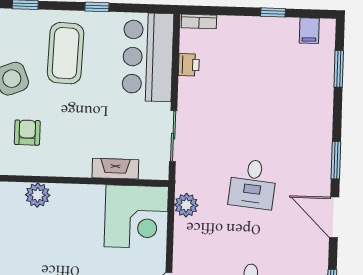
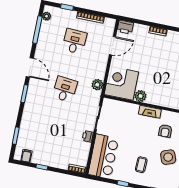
coffee table: (66, 53) -> (141, 165), width x0.54, depth x0.58
printer: (189, 65) -> (88, 136), moved
fireplace: (115, 169) -> (150, 112), moved
plant: (38, 195) -> (140, 96), moved

